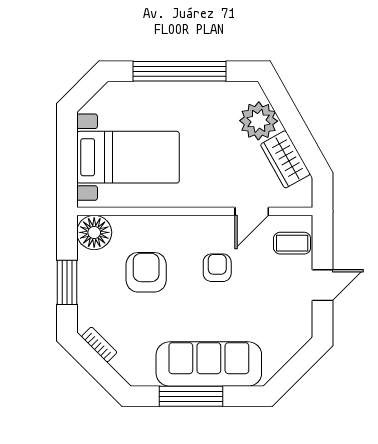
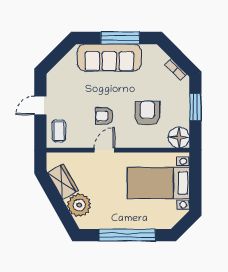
door: (252, 211) -> (104, 150), moved
coffee table: (292, 243) -> (59, 131), turned 90
armchair: (217, 268) -> (104, 116), turned 90
armchair: (146, 272) -> (147, 113), turned 180

